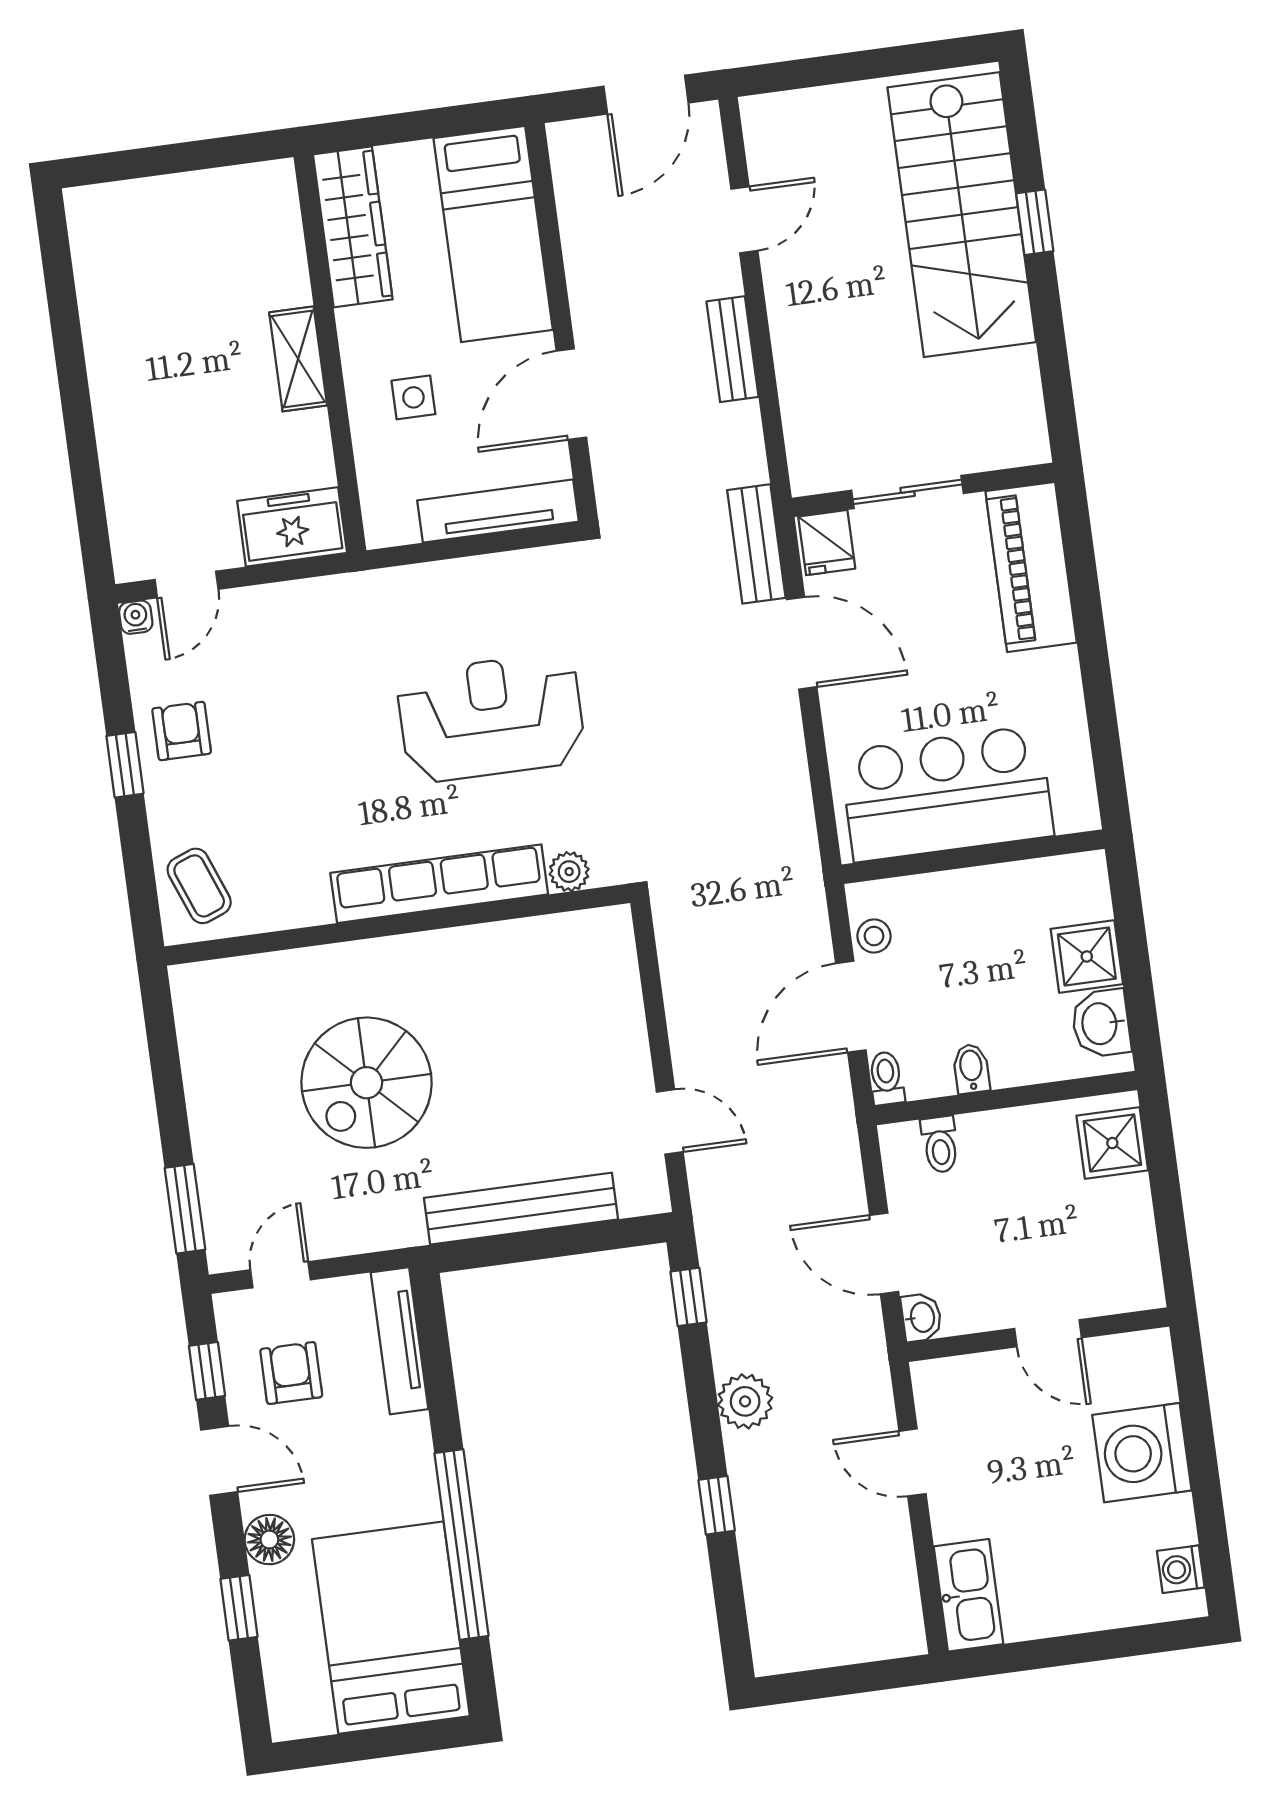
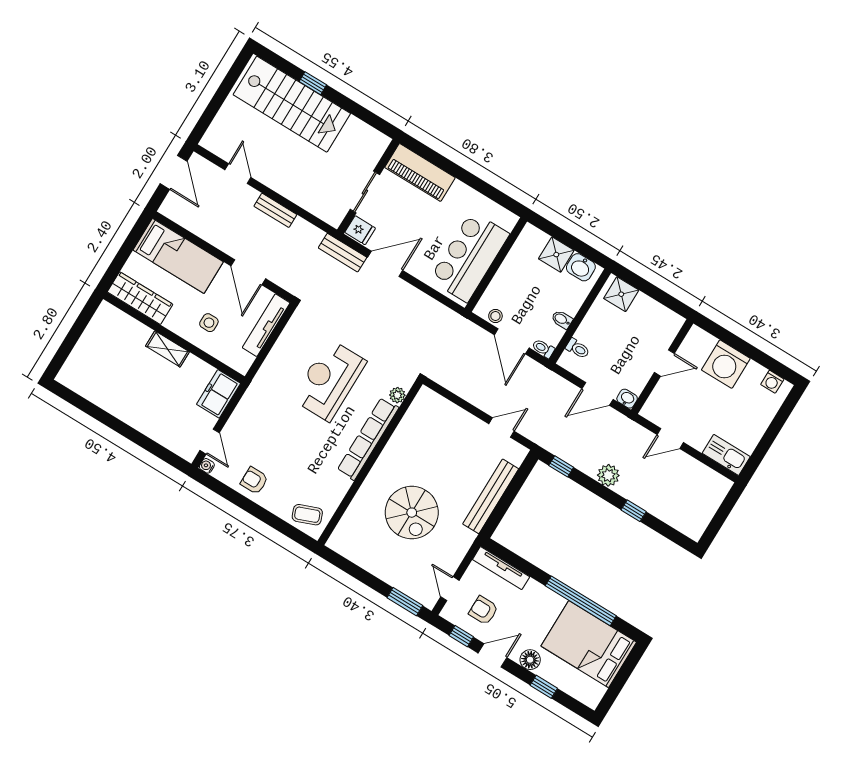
window: (125, 765) -> (250, 507), removed

